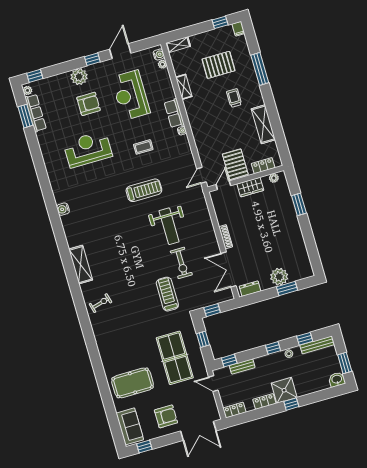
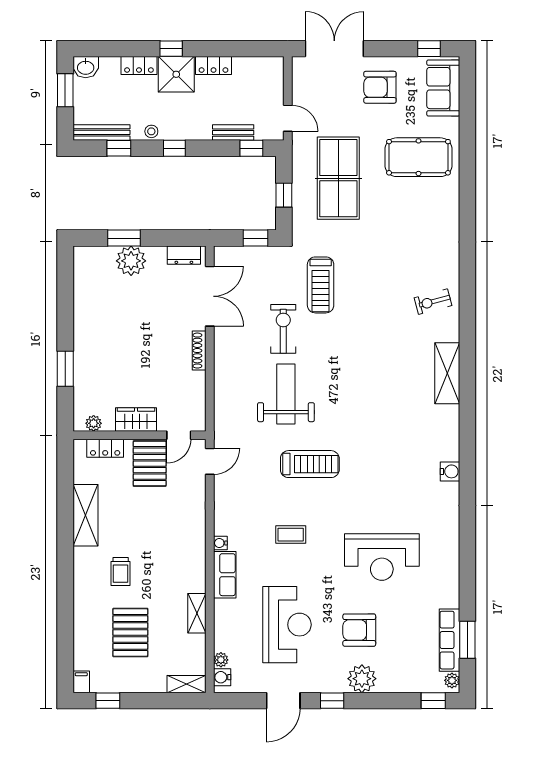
pallet: (219, 65) -> (130, 632), turned 90
window: (260, 69) -> (65, 607), removed
treadmill: (144, 190) -> (310, 464), turned 180
locker: (234, 410) -> (139, 65), moved

